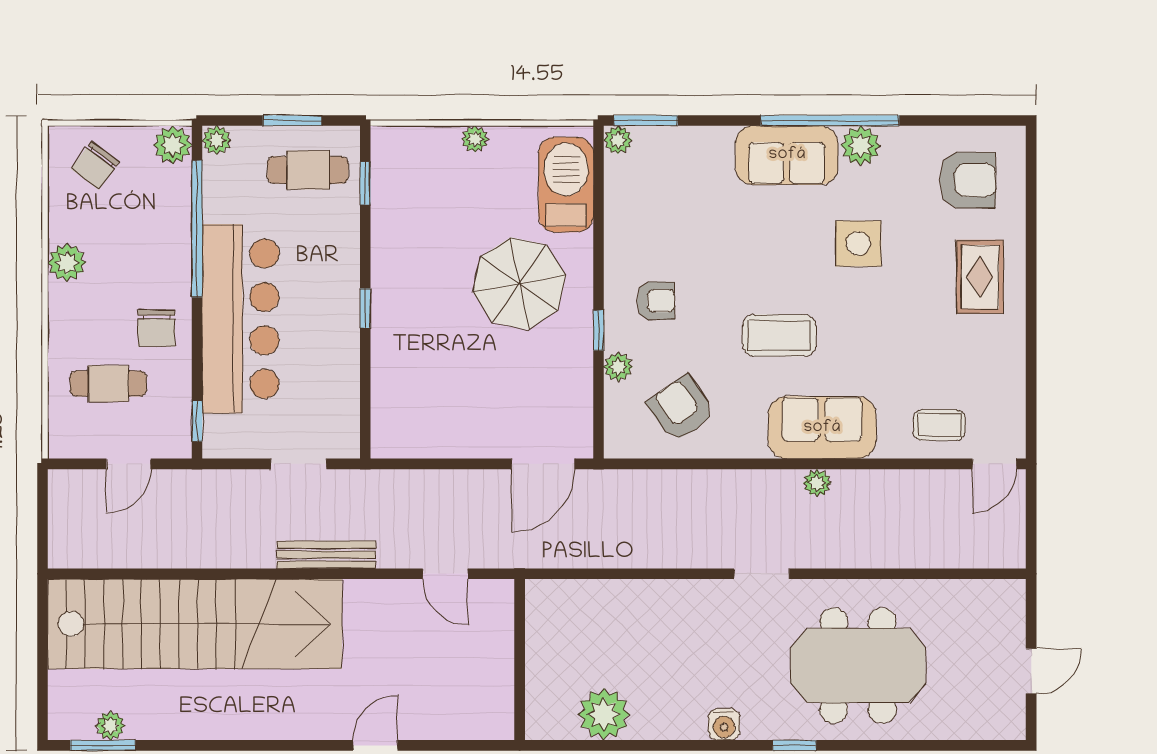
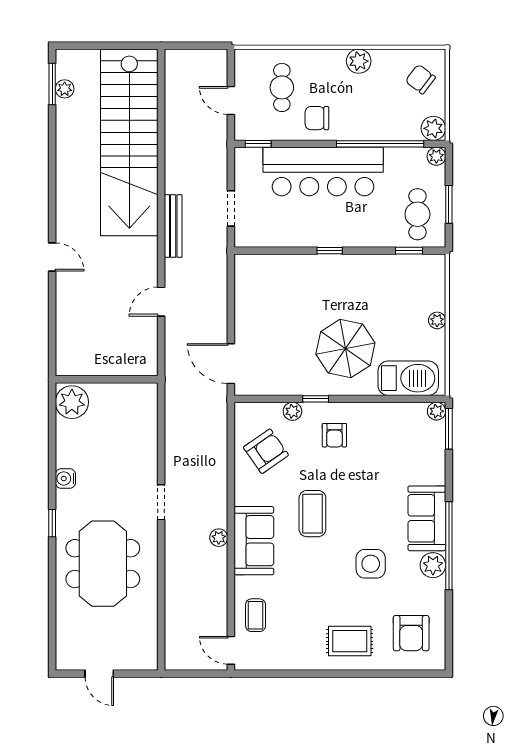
wall: (520, 660) -> (107, 379), moved

